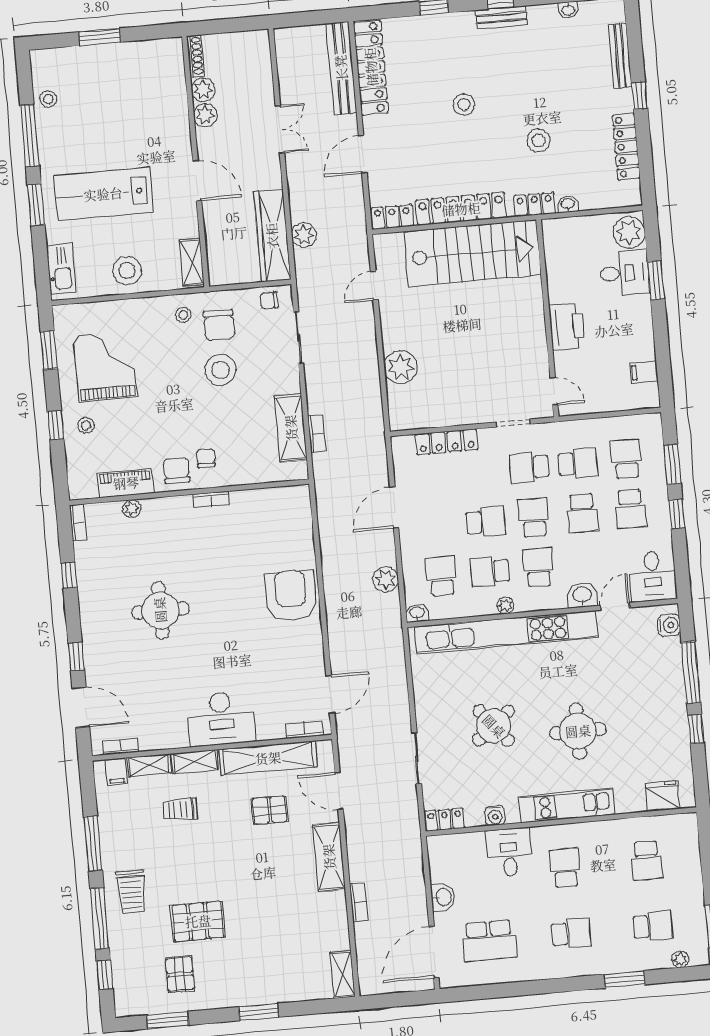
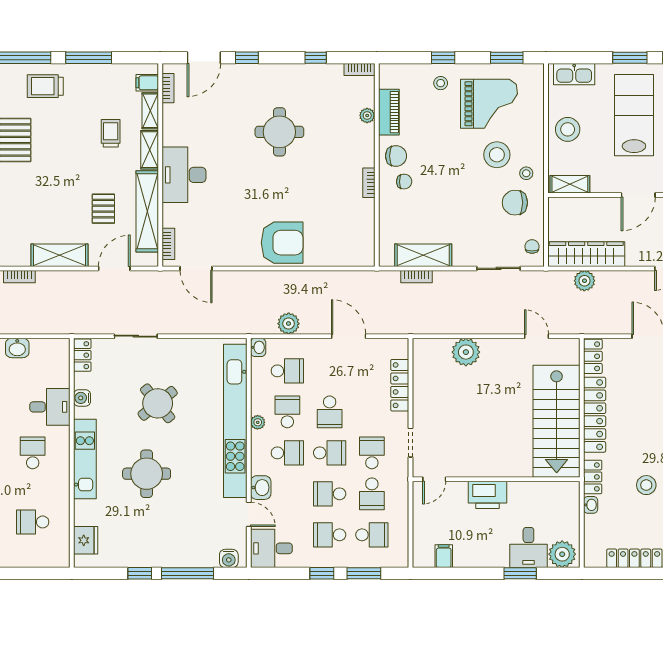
stool: (221, 370) -> (497, 155), moved
school desk: (565, 868) -> (33, 453), turned -90

